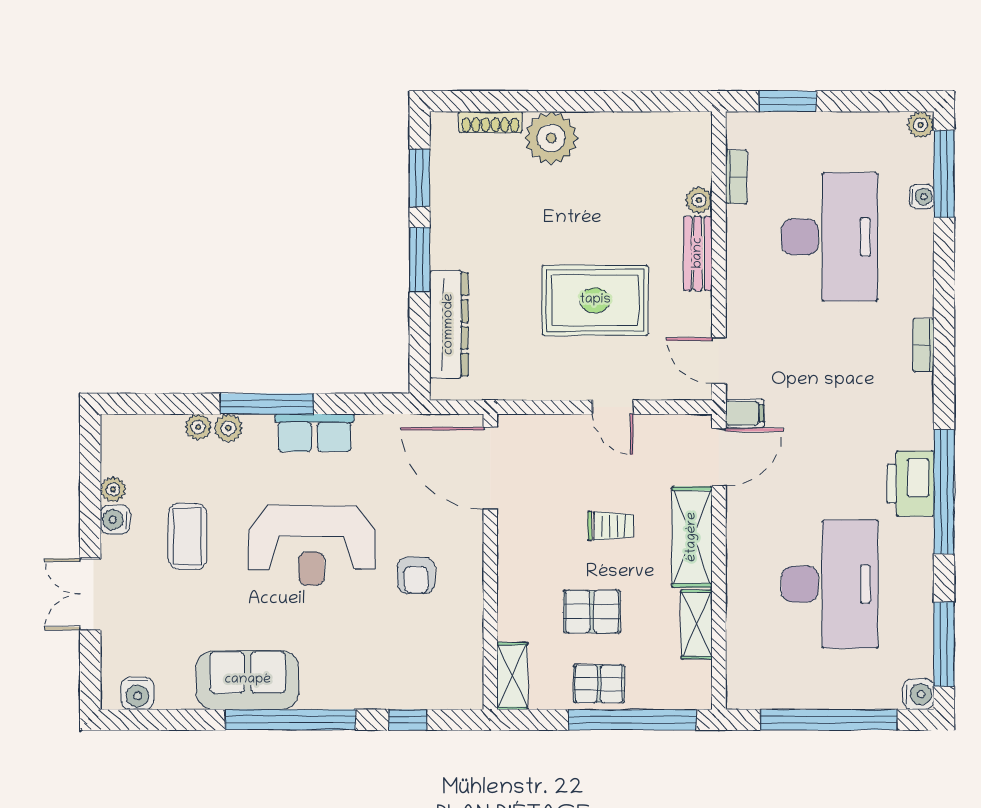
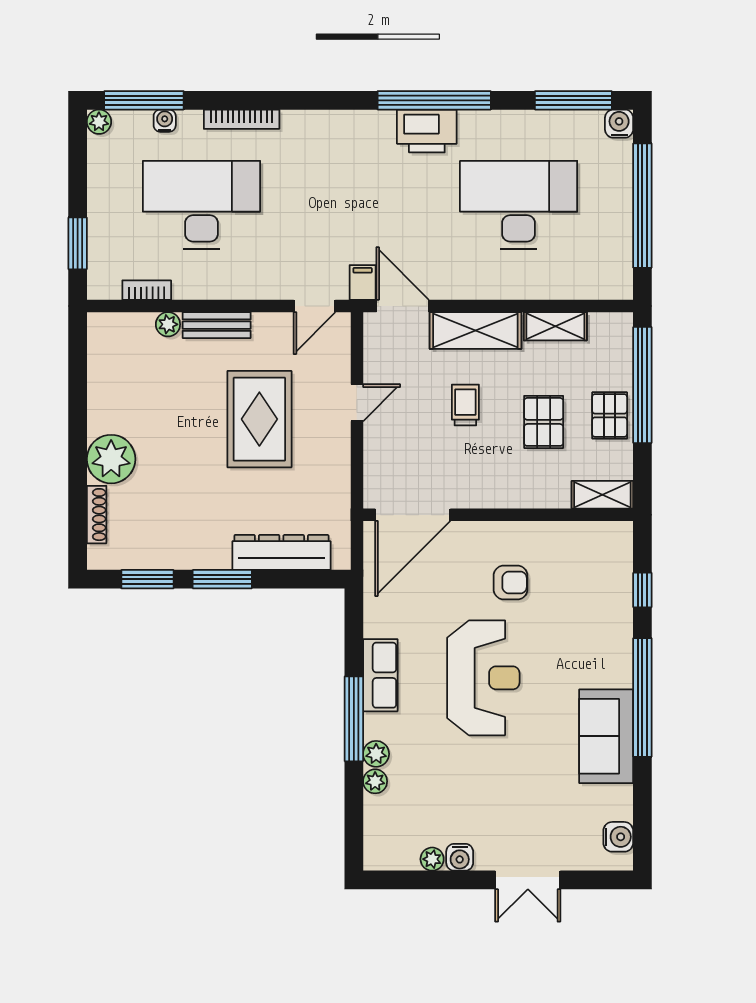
bookcase: (923, 345) -> (242, 119), moved, width x1.56
coffee table: (187, 536) -> (475, 791), removed

